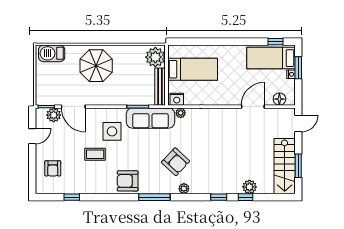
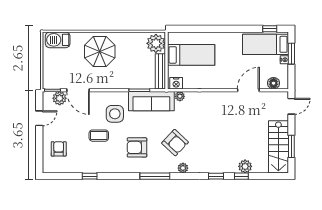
armchair: (53, 168) -> (59, 149), turned 180
armchair: (128, 181) -> (137, 147), moved
window: (72, 197) -> (90, 176), moved

